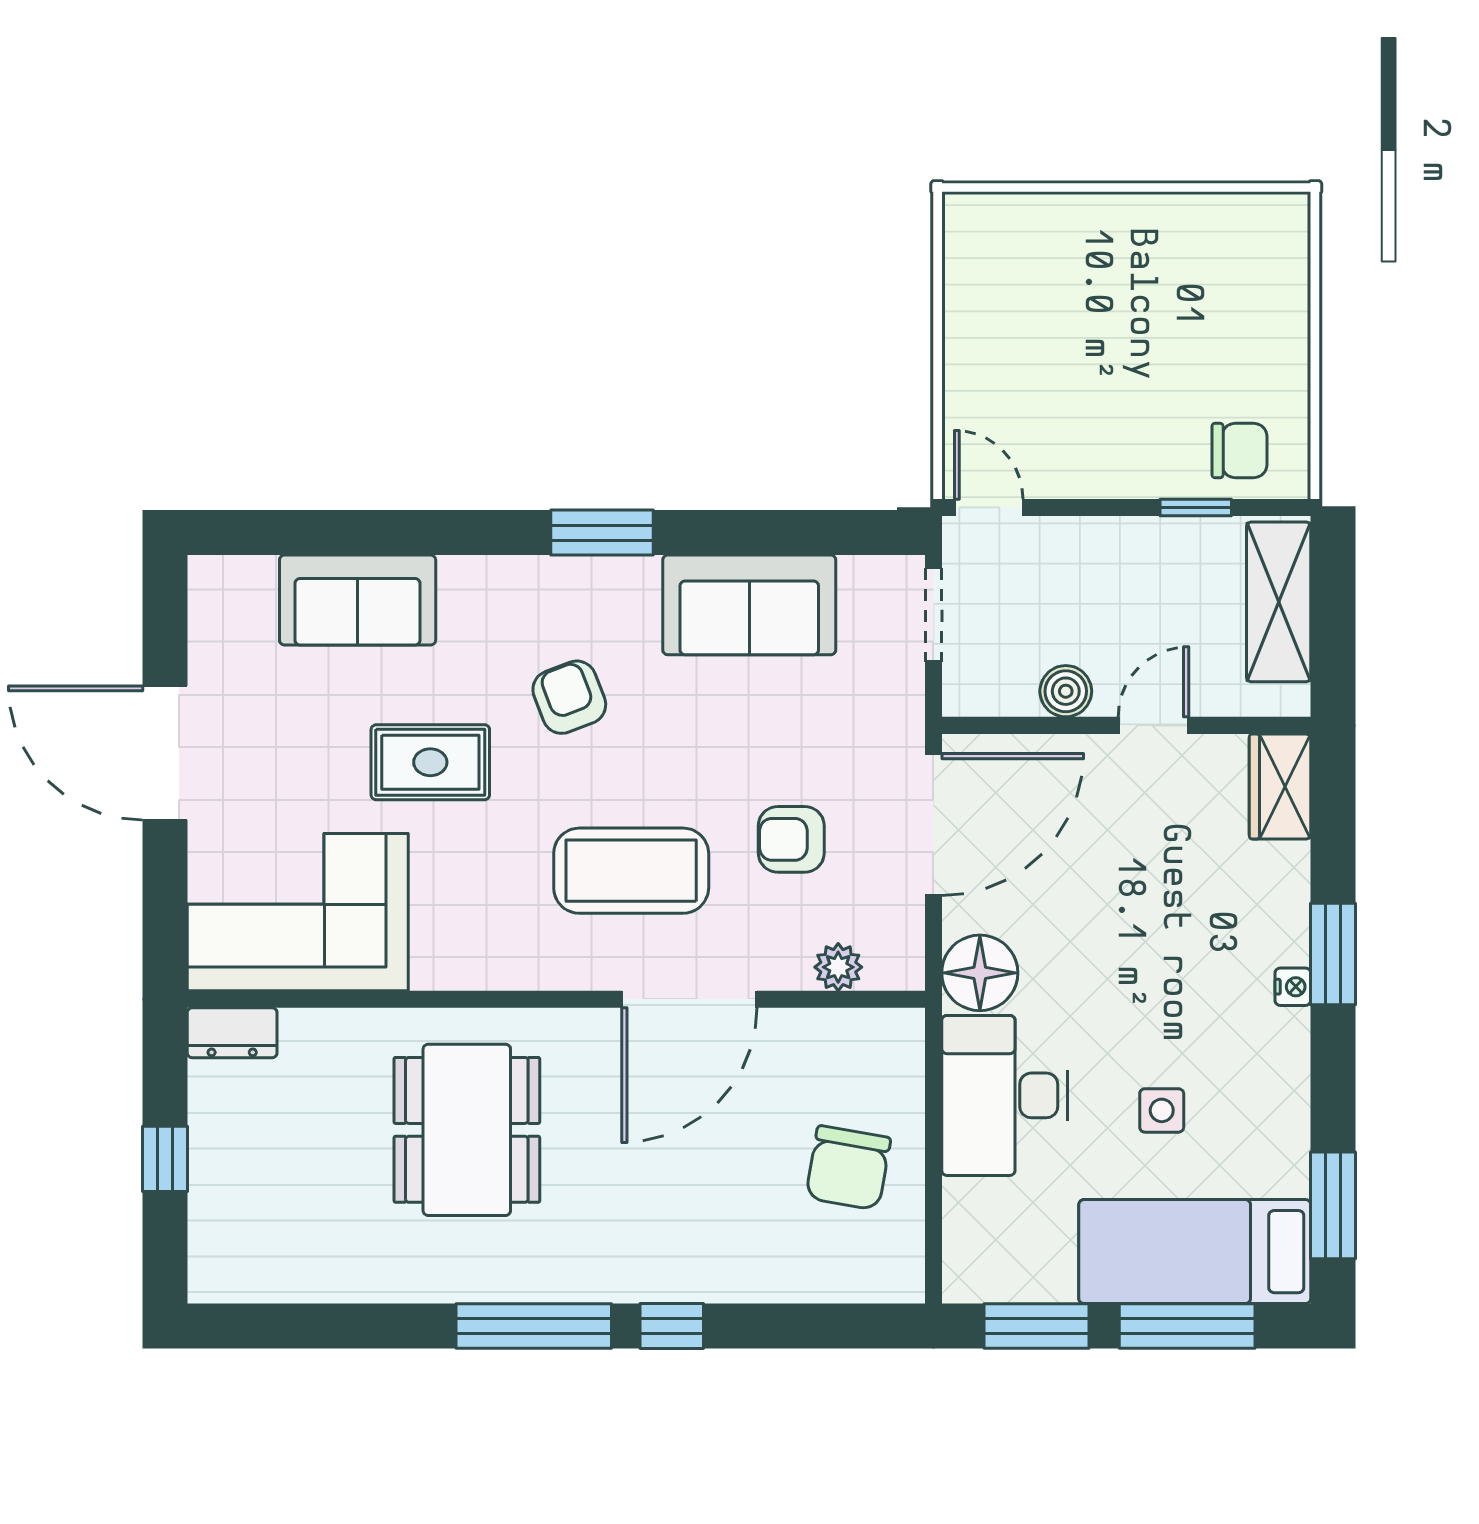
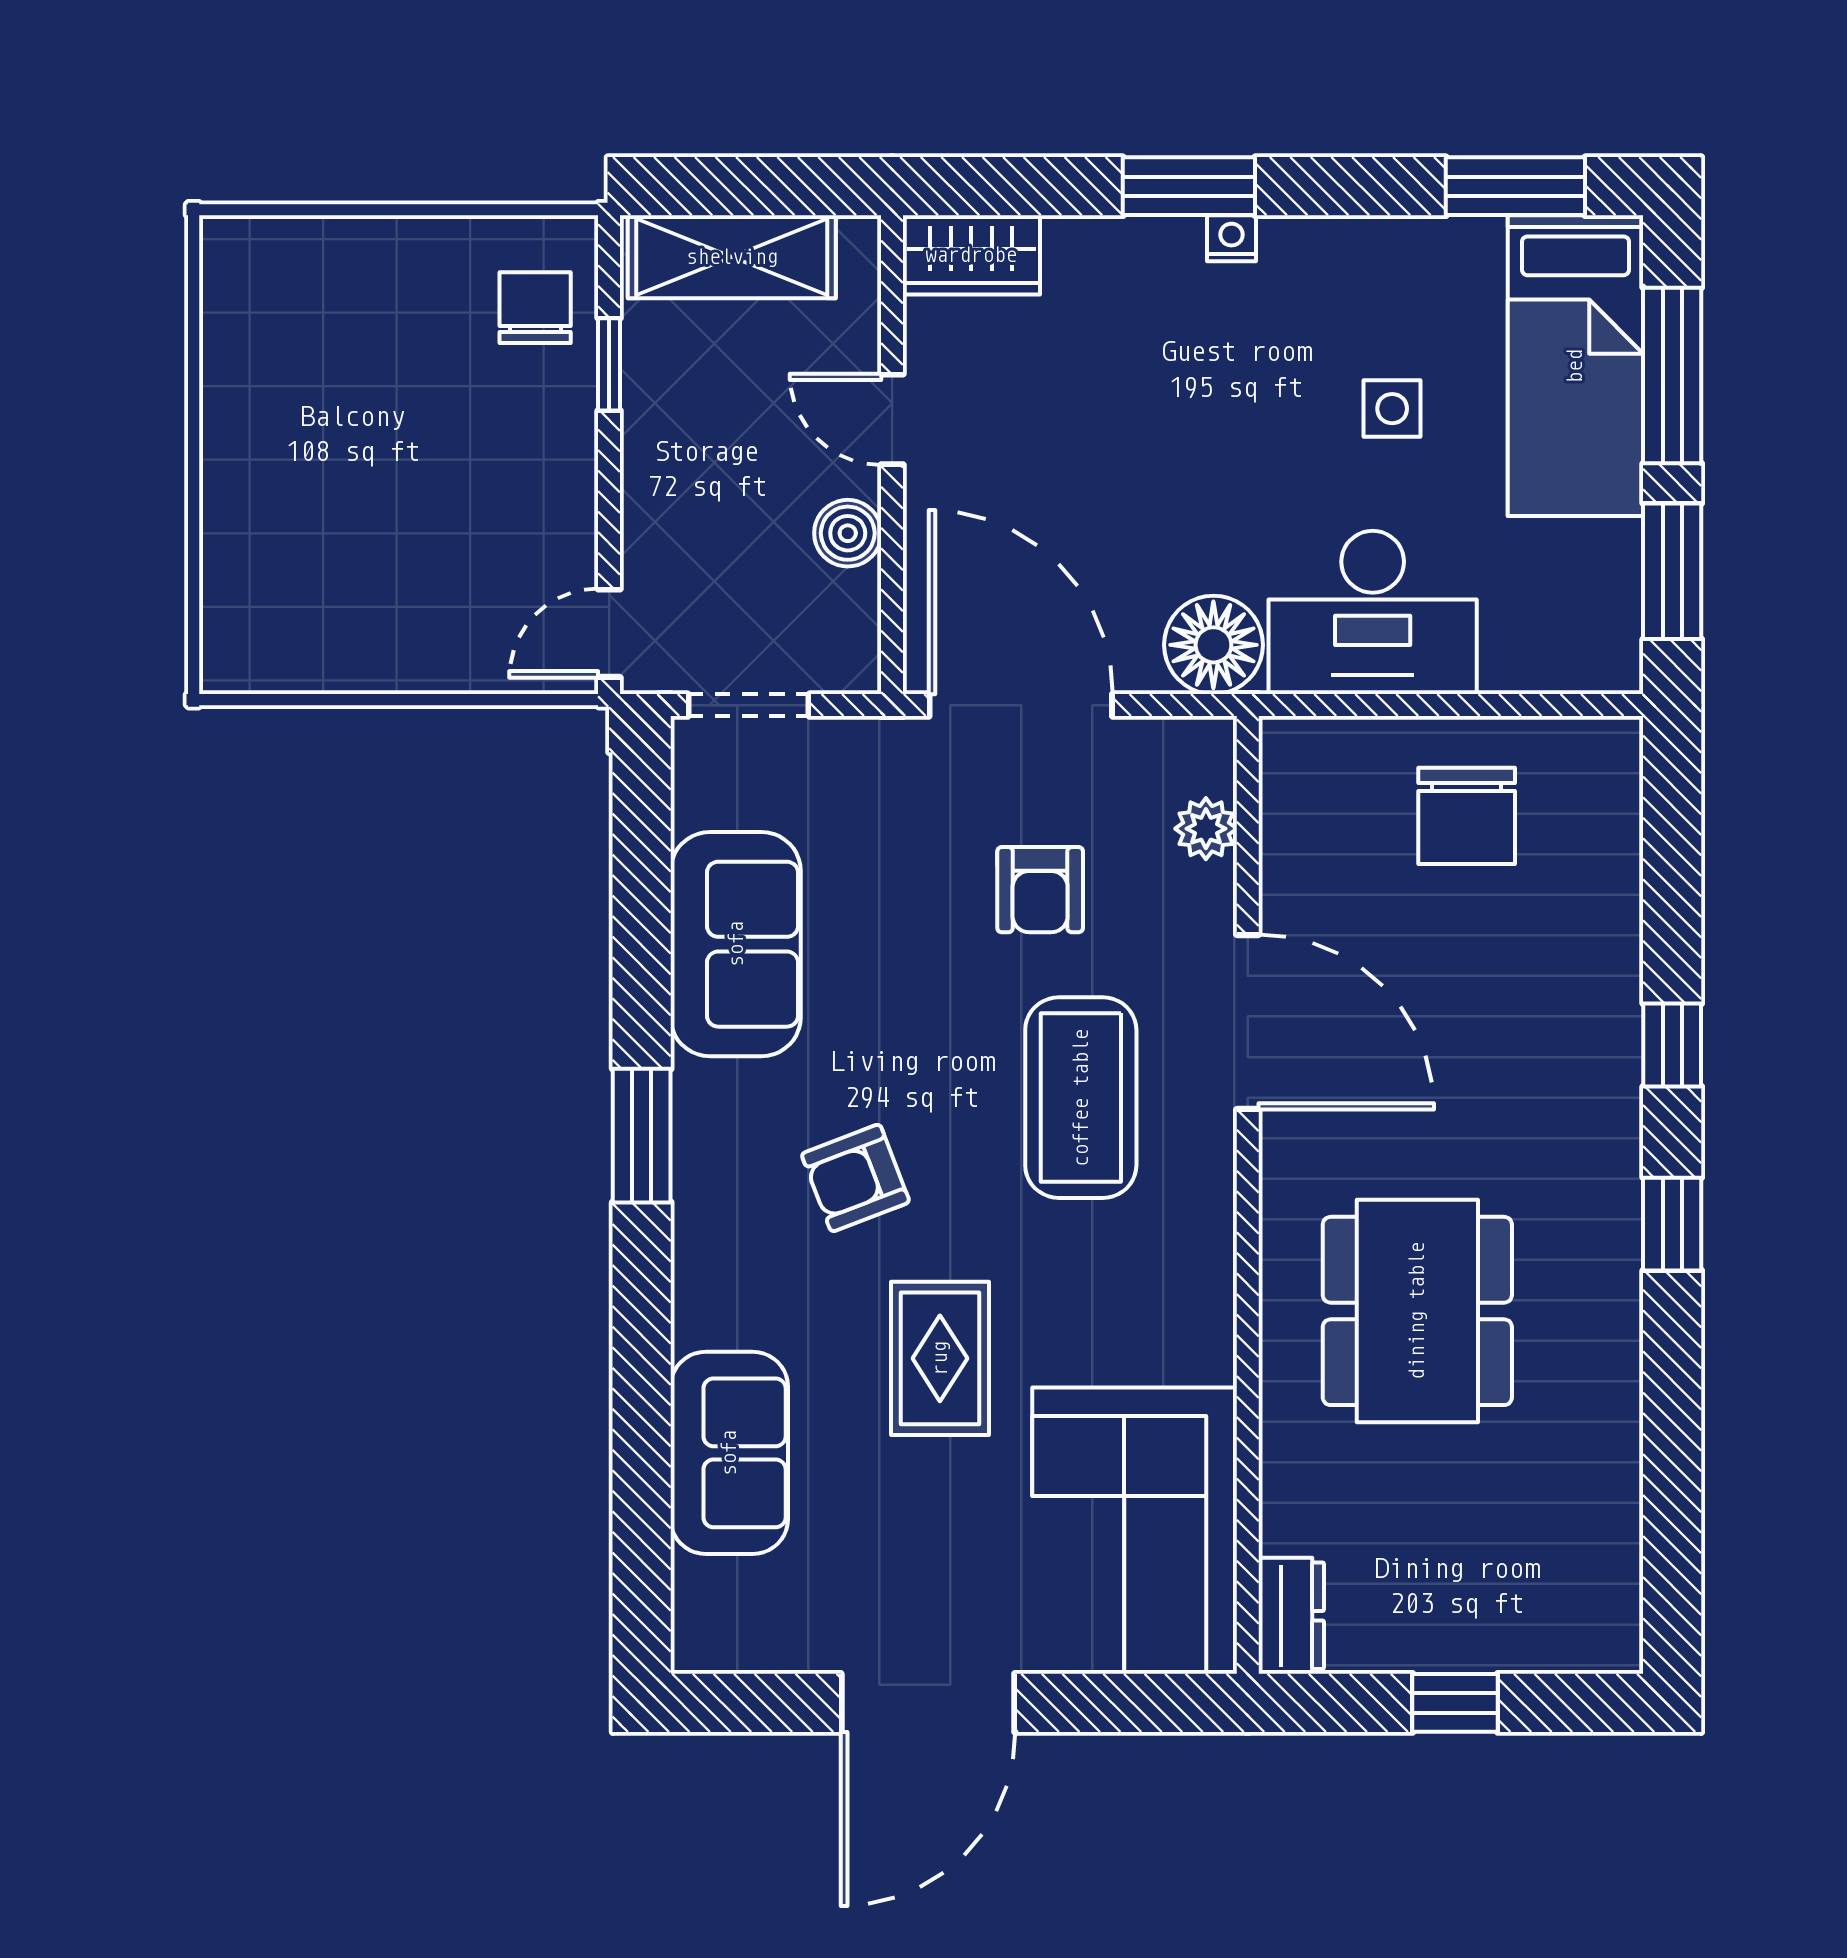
dining table: (467, 1130) -> (1417, 1311), turned 90
chair: (848, 1168) -> (1467, 816), turned 80
window: (534, 1326) -> (1672, 1224), width x0.46

